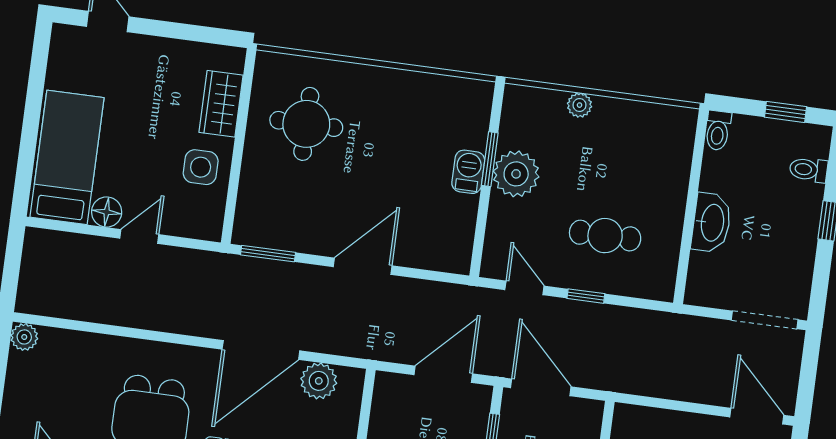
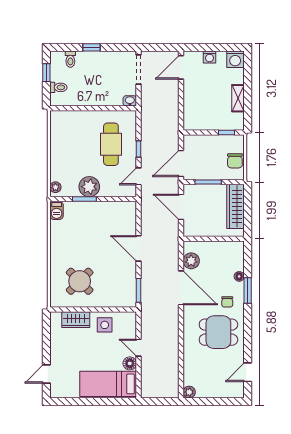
plant: (579, 105) -> (55, 187), moved
round table: (306, 124) -> (80, 281), turned 45
toilet: (718, 130) -> (58, 87), moved
barbecue: (468, 172) -> (57, 210), moved, turned -90
washbasin: (711, 223) -> (130, 101), moved, width x0.52, depth x0.69
cafe table: (605, 236) -> (111, 144), width x1.37, depth x1.35

